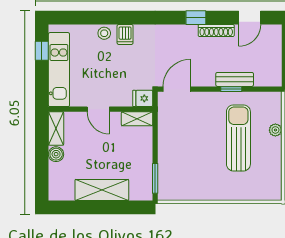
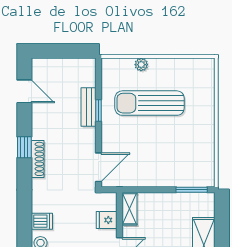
shoe rack: (216, 30) -> (38, 159), moved
door: (177, 89) -> (99, 167), swing flipped
fridge: (143, 98) -> (107, 220), moved, turned 90

